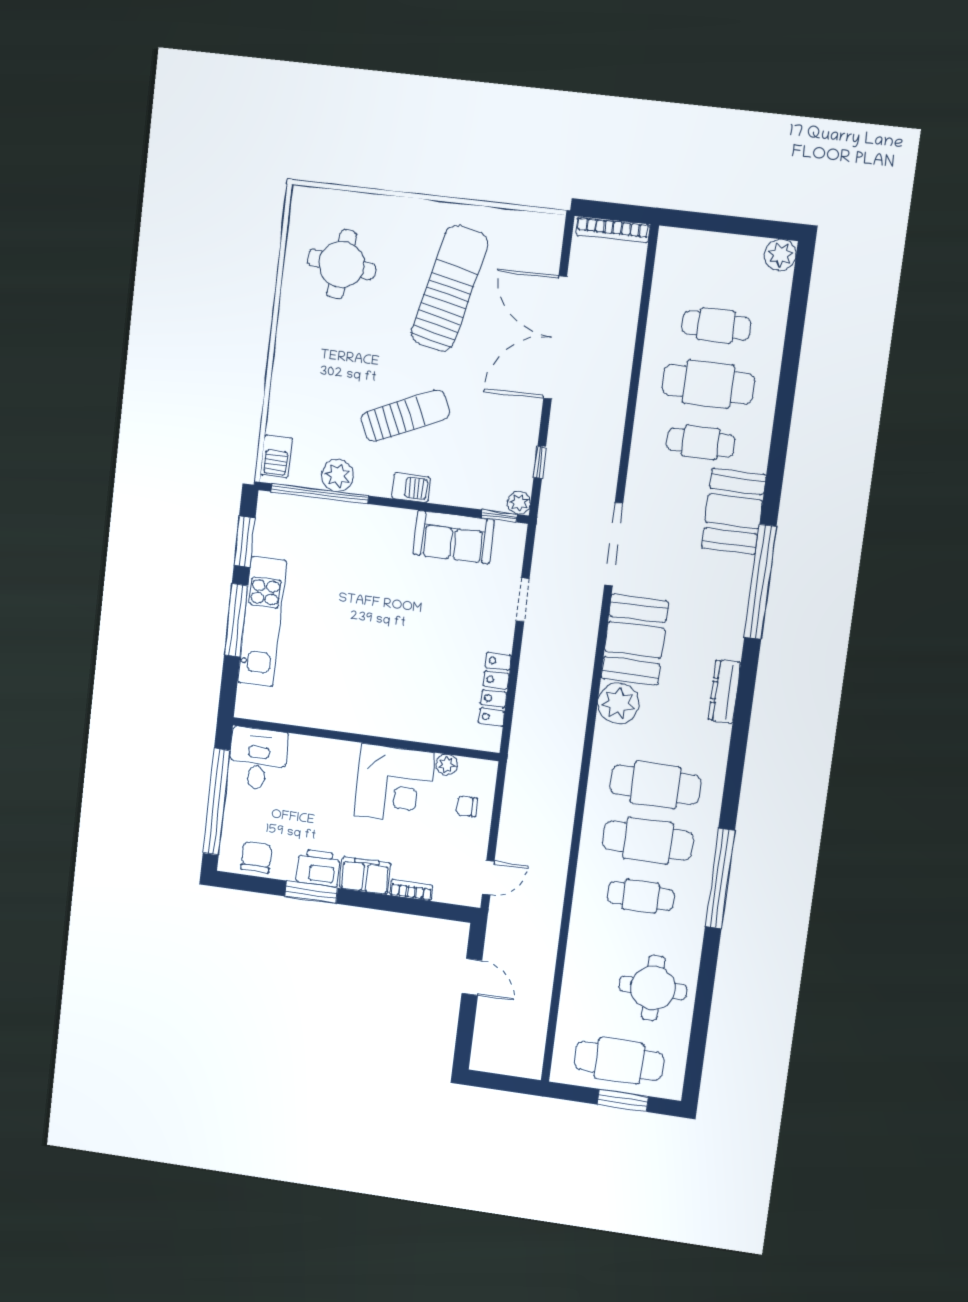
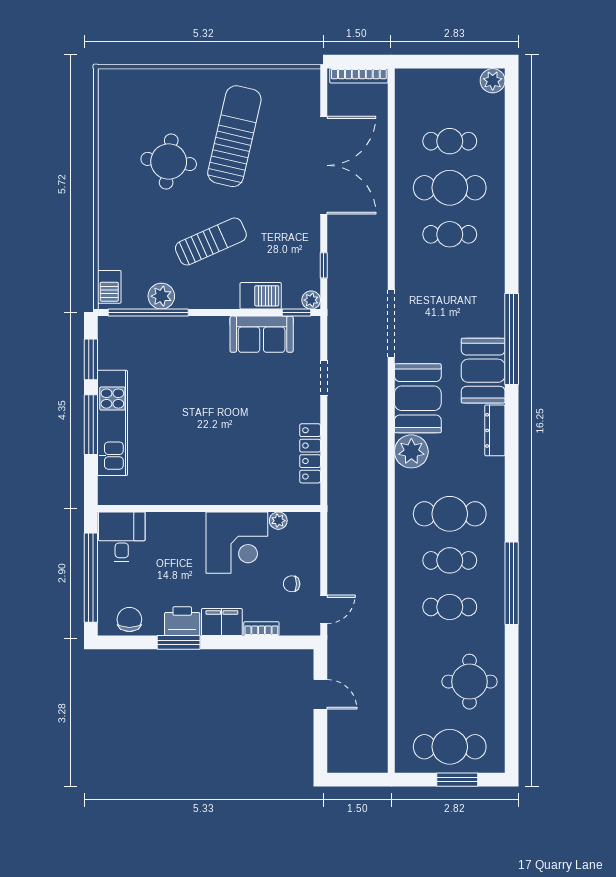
round table: (342, 264) -> (169, 161), moved
double door: (555, 338) -> (324, 165), swing flipped
barbecue: (411, 488) -> (261, 296), moved, width x1.38, depth x1.27
booth: (734, 511) -> (483, 371), moved
chair: (467, 806) -> (292, 584), moved
cafe table: (648, 841) -> (450, 560), width x0.73, depth x0.74

